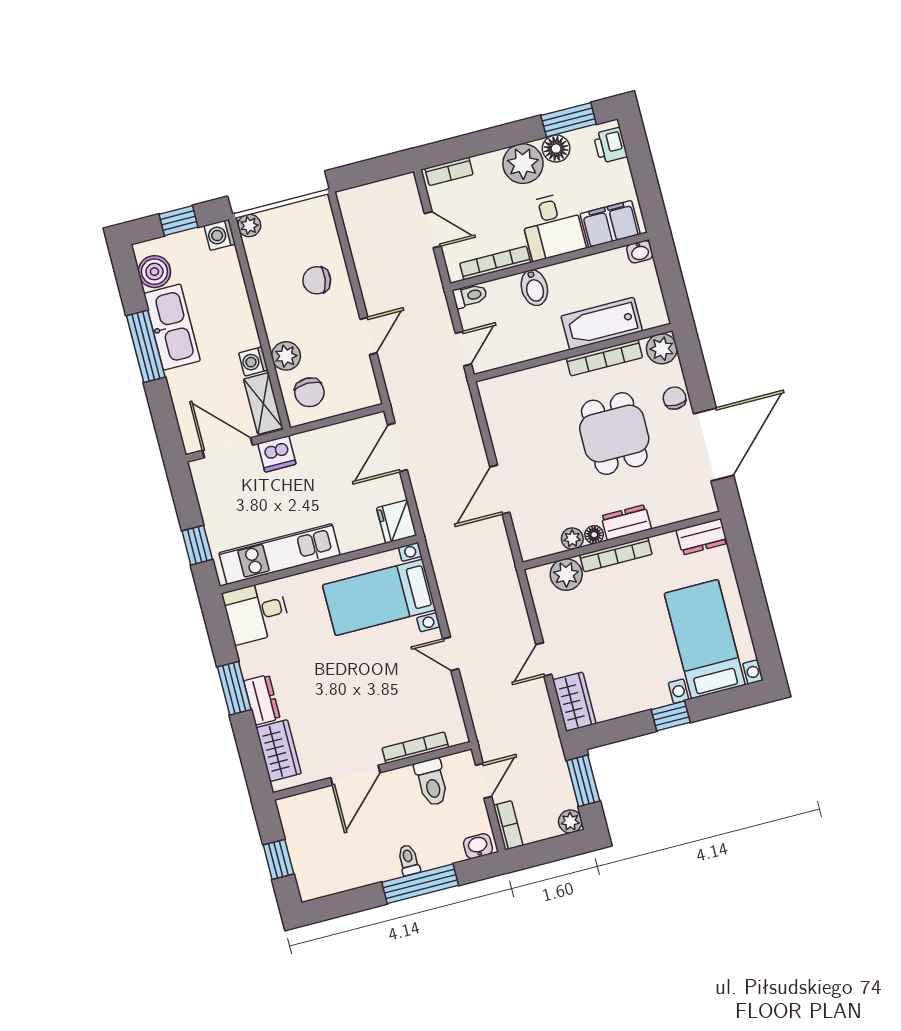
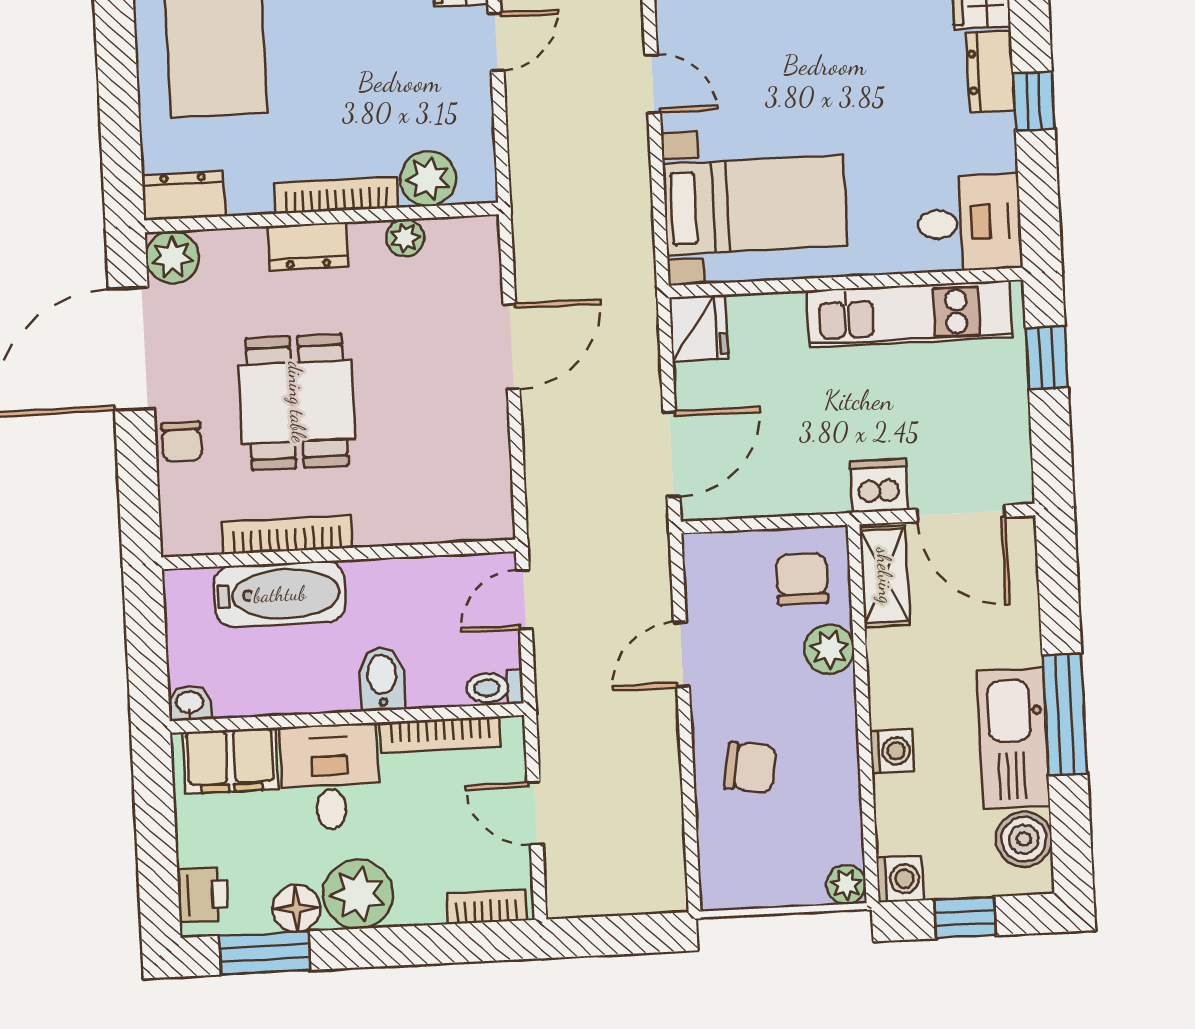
plant: (662, 349) -> (172, 257), moved
washing machine: (253, 361) -> (892, 751), moved
floor lamp: (594, 535) -> (367, 237), removed
window: (234, 688) -> (1034, 101), width x0.67

